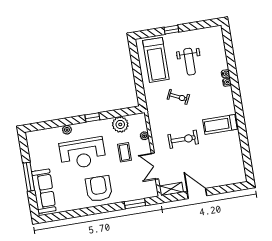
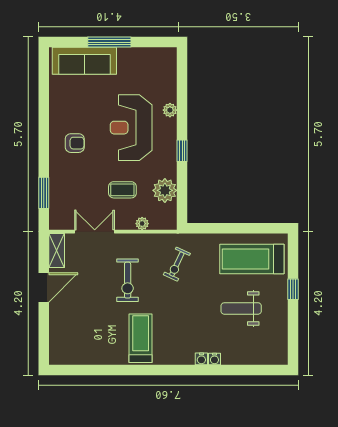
exercise bike: (178, 97) -> (177, 264), moved
armchair: (99, 189) -> (75, 143), width x0.53, depth x0.53

